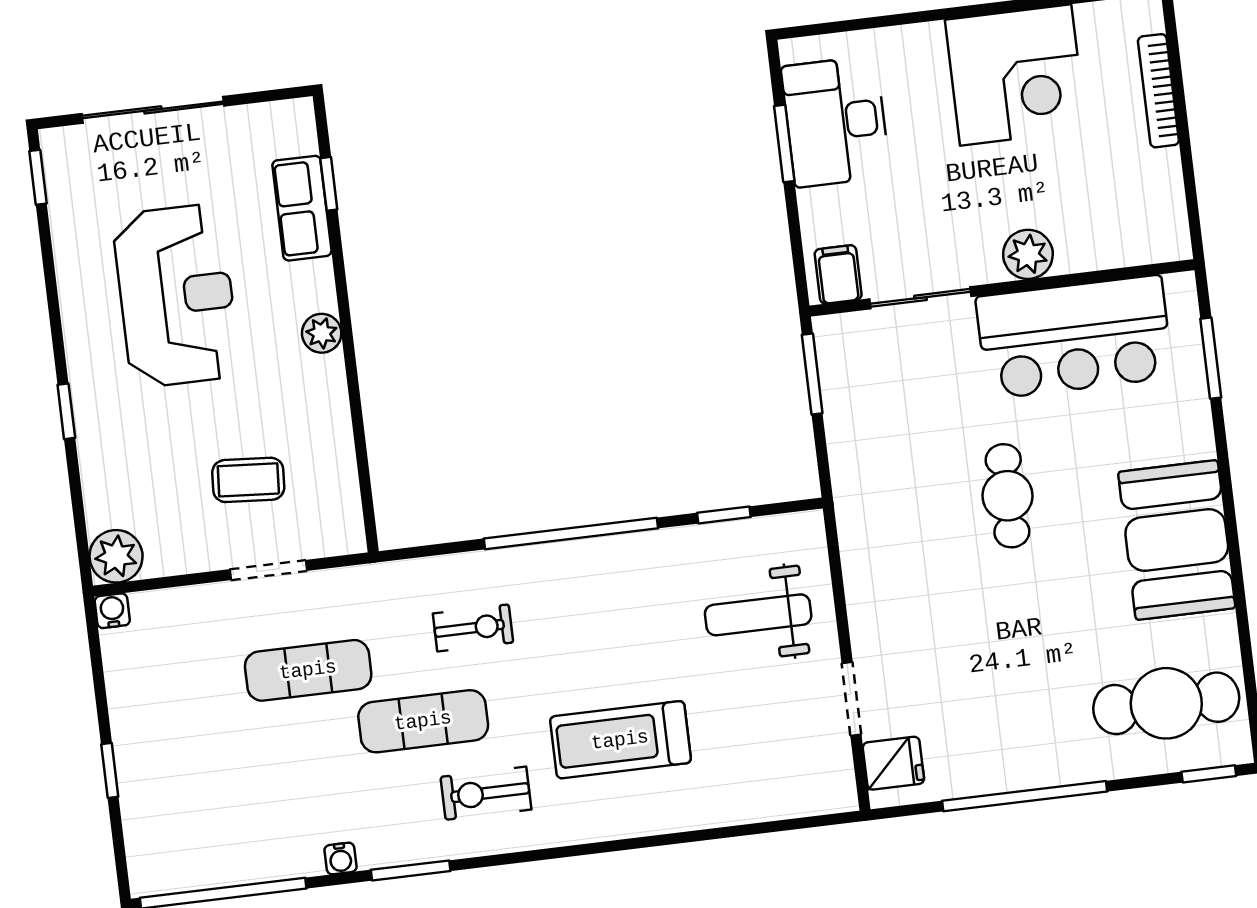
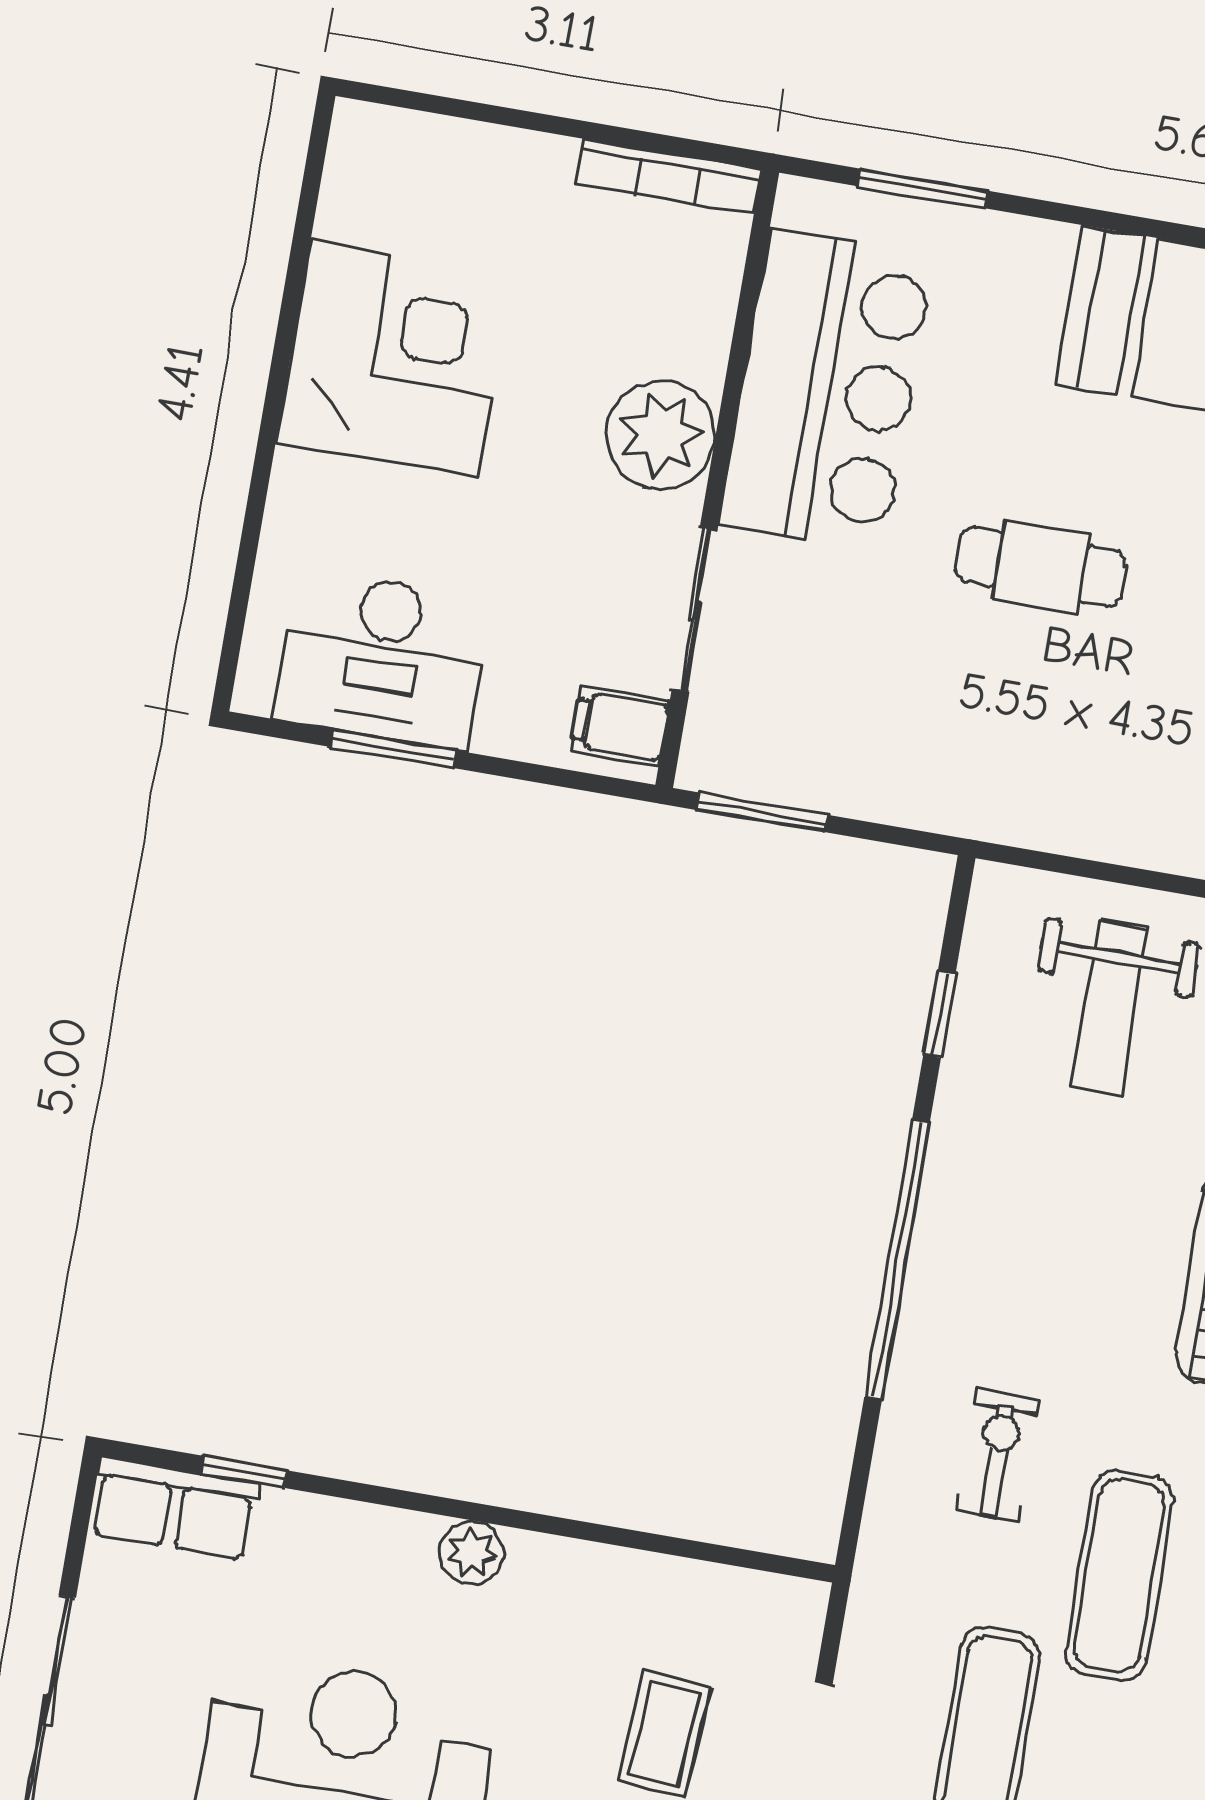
bookcase: (1158, 91) -> (669, 177), moved
row of seats: (302, 208) -> (174, 1509), moved
plant: (1028, 254) -> (661, 435), width x1.36, depth x1.36

